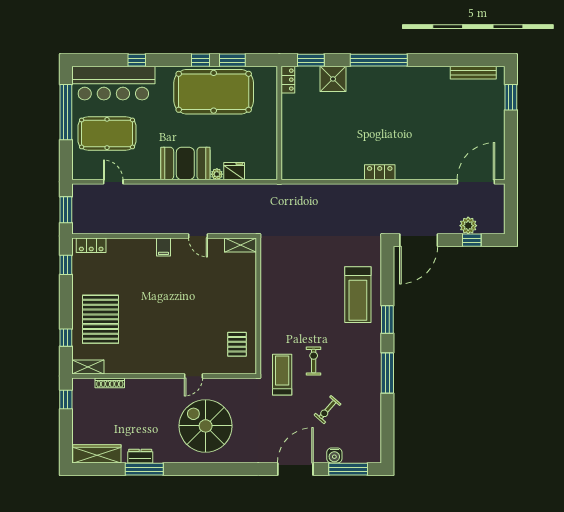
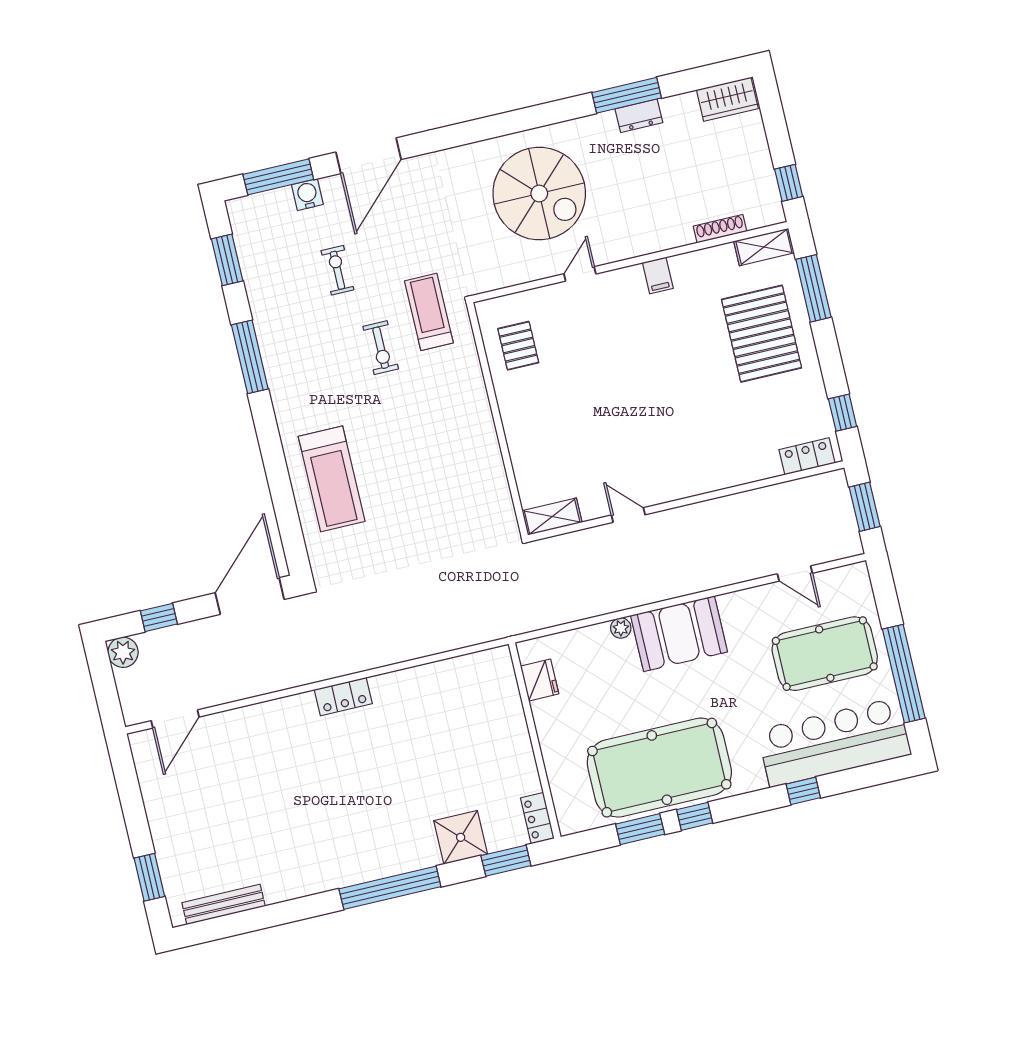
fridge: (234, 171) -> (540, 680), moved, turned -90
door: (476, 182) -> (175, 719), width x0.73
plant: (468, 226) -> (123, 652), moved
filing cabinet: (163, 247) -> (658, 275), moved, turned 180
treadmill: (358, 295) -> (332, 479), turned 180
window: (387, 320) -> (227, 260), moved
window: (66, 338) -> (813, 288), width x2.17
treadmill: (282, 375) -> (429, 312), turned 180
exercise bike: (328, 410) -> (337, 270), turned -41
wardrobe: (97, 454) -> (727, 99), width x0.67

